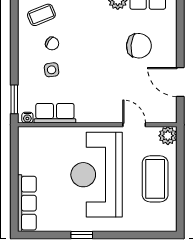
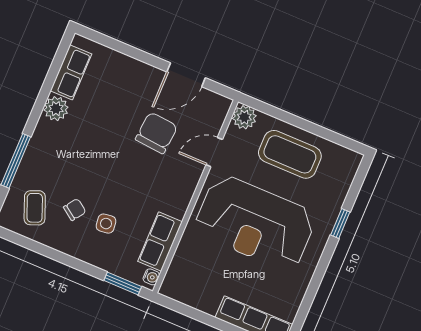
chair: (139, 46) -> (156, 133), moved
window: (82, 235) -> (340, 223), moved

